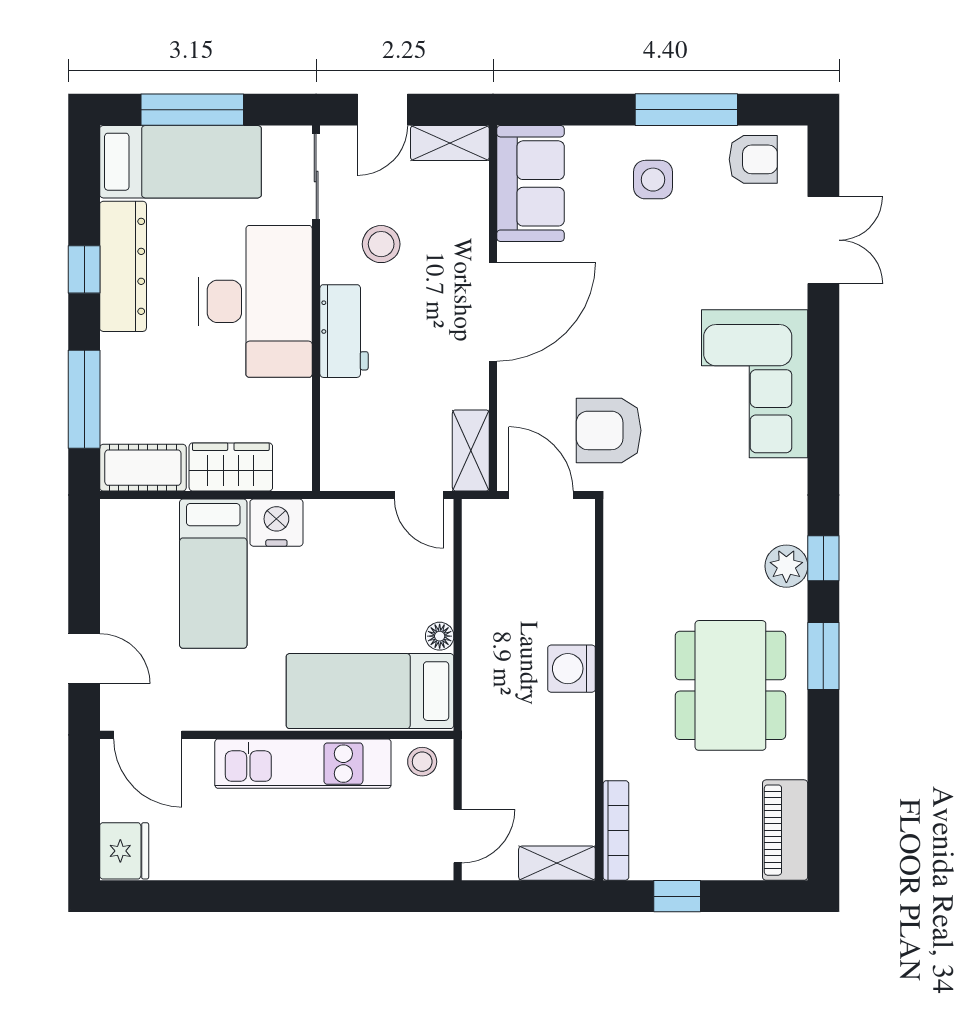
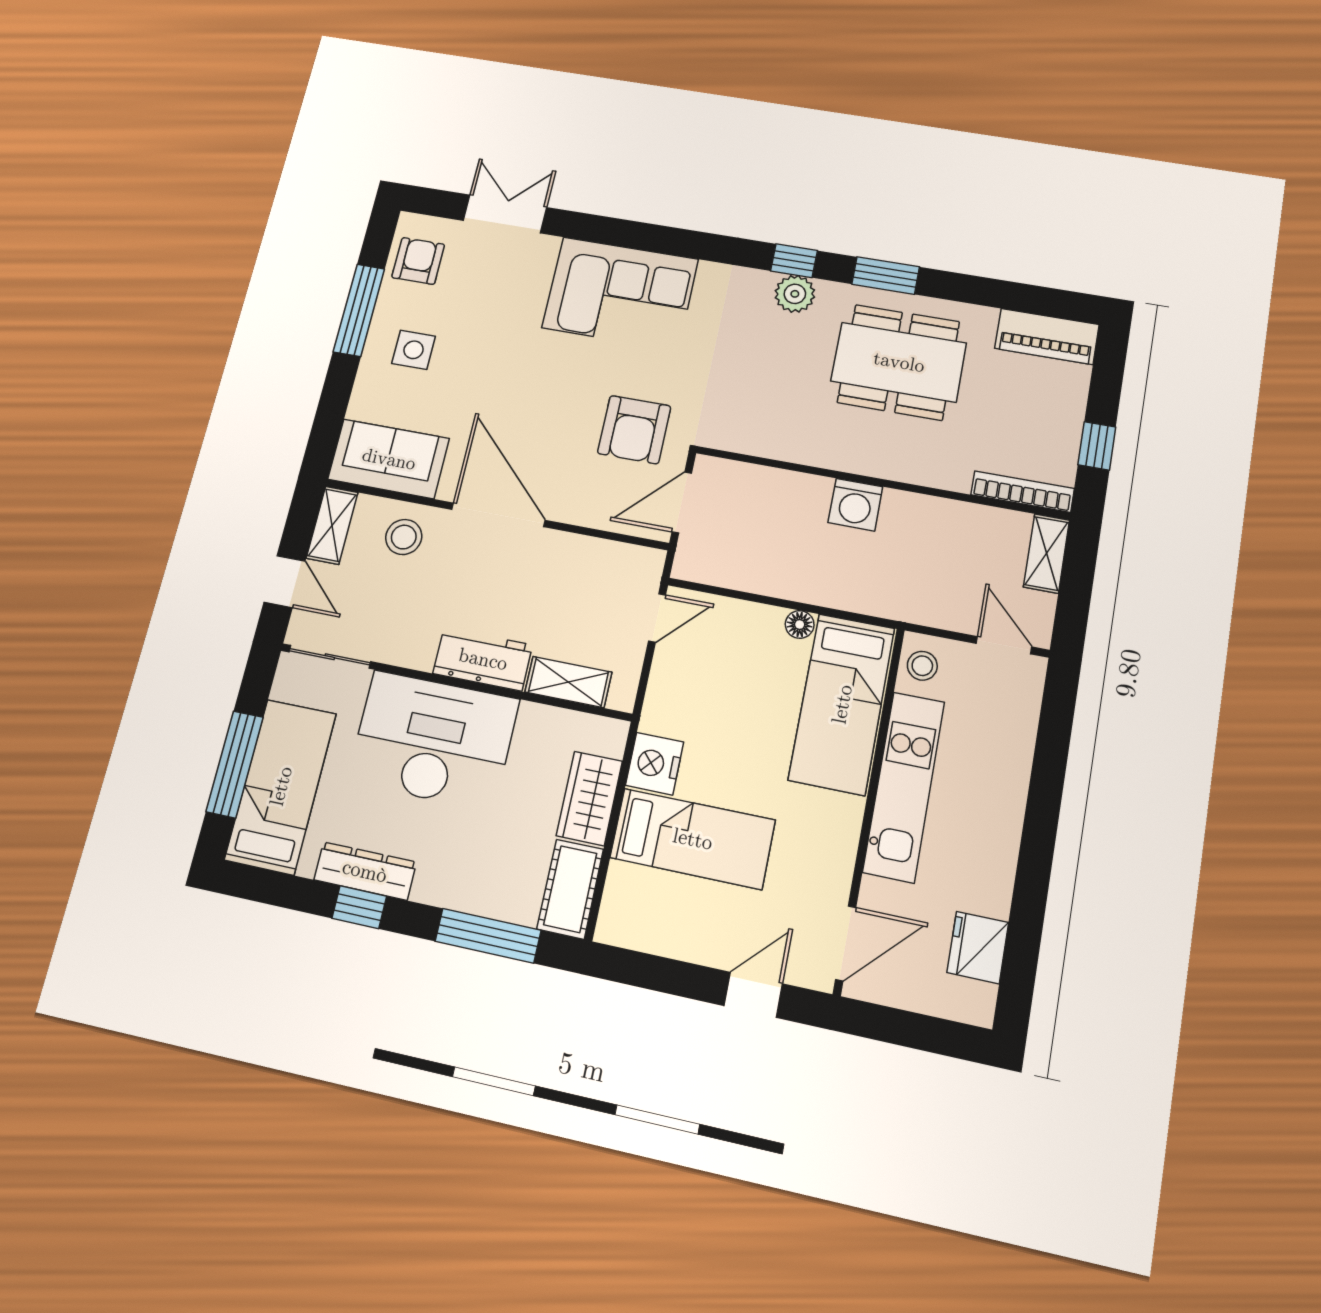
stool: (381, 244) -> (404, 537), moved
dresser: (123, 266) -> (365, 871), width x0.73, depth x0.80
shelving: (471, 450) -> (568, 682), moved
fridge: (124, 851) -> (978, 948), moved, turned -90

